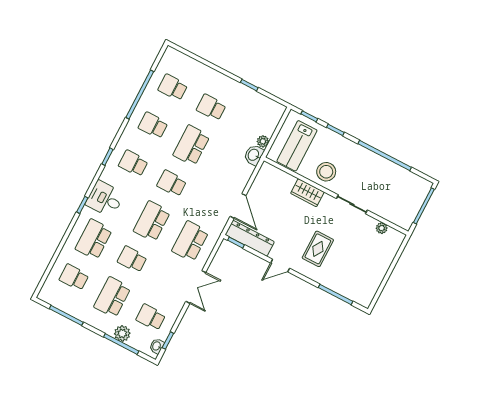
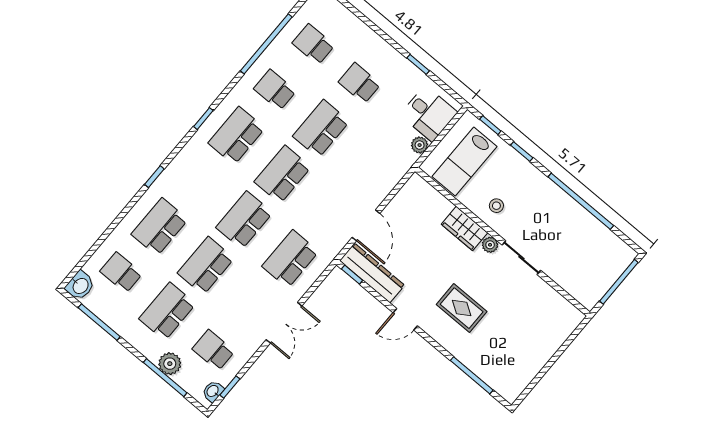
washbasin: (254, 155) -> (80, 286), moved, turned 180
school desk: (133, 163) -> (237, 136), width x1.85
stool: (326, 172) -> (496, 206), width x0.53, depth x0.53
school desk: (172, 183) -> (283, 174), width x1.85
desk: (105, 199) -> (429, 113), moved, turned 180
plant: (382, 228) -> (490, 245), moved
rug: (318, 249) -> (462, 308), turned 90
school desk: (132, 259) -> (206, 266), width x1.85

